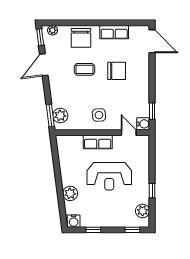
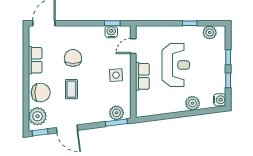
plant: (53, 30) -> (37, 116), width x1.88, depth x1.88
water cooler: (143, 124) -> (111, 32), moved
window: (132, 230) -> (228, 57), moved

